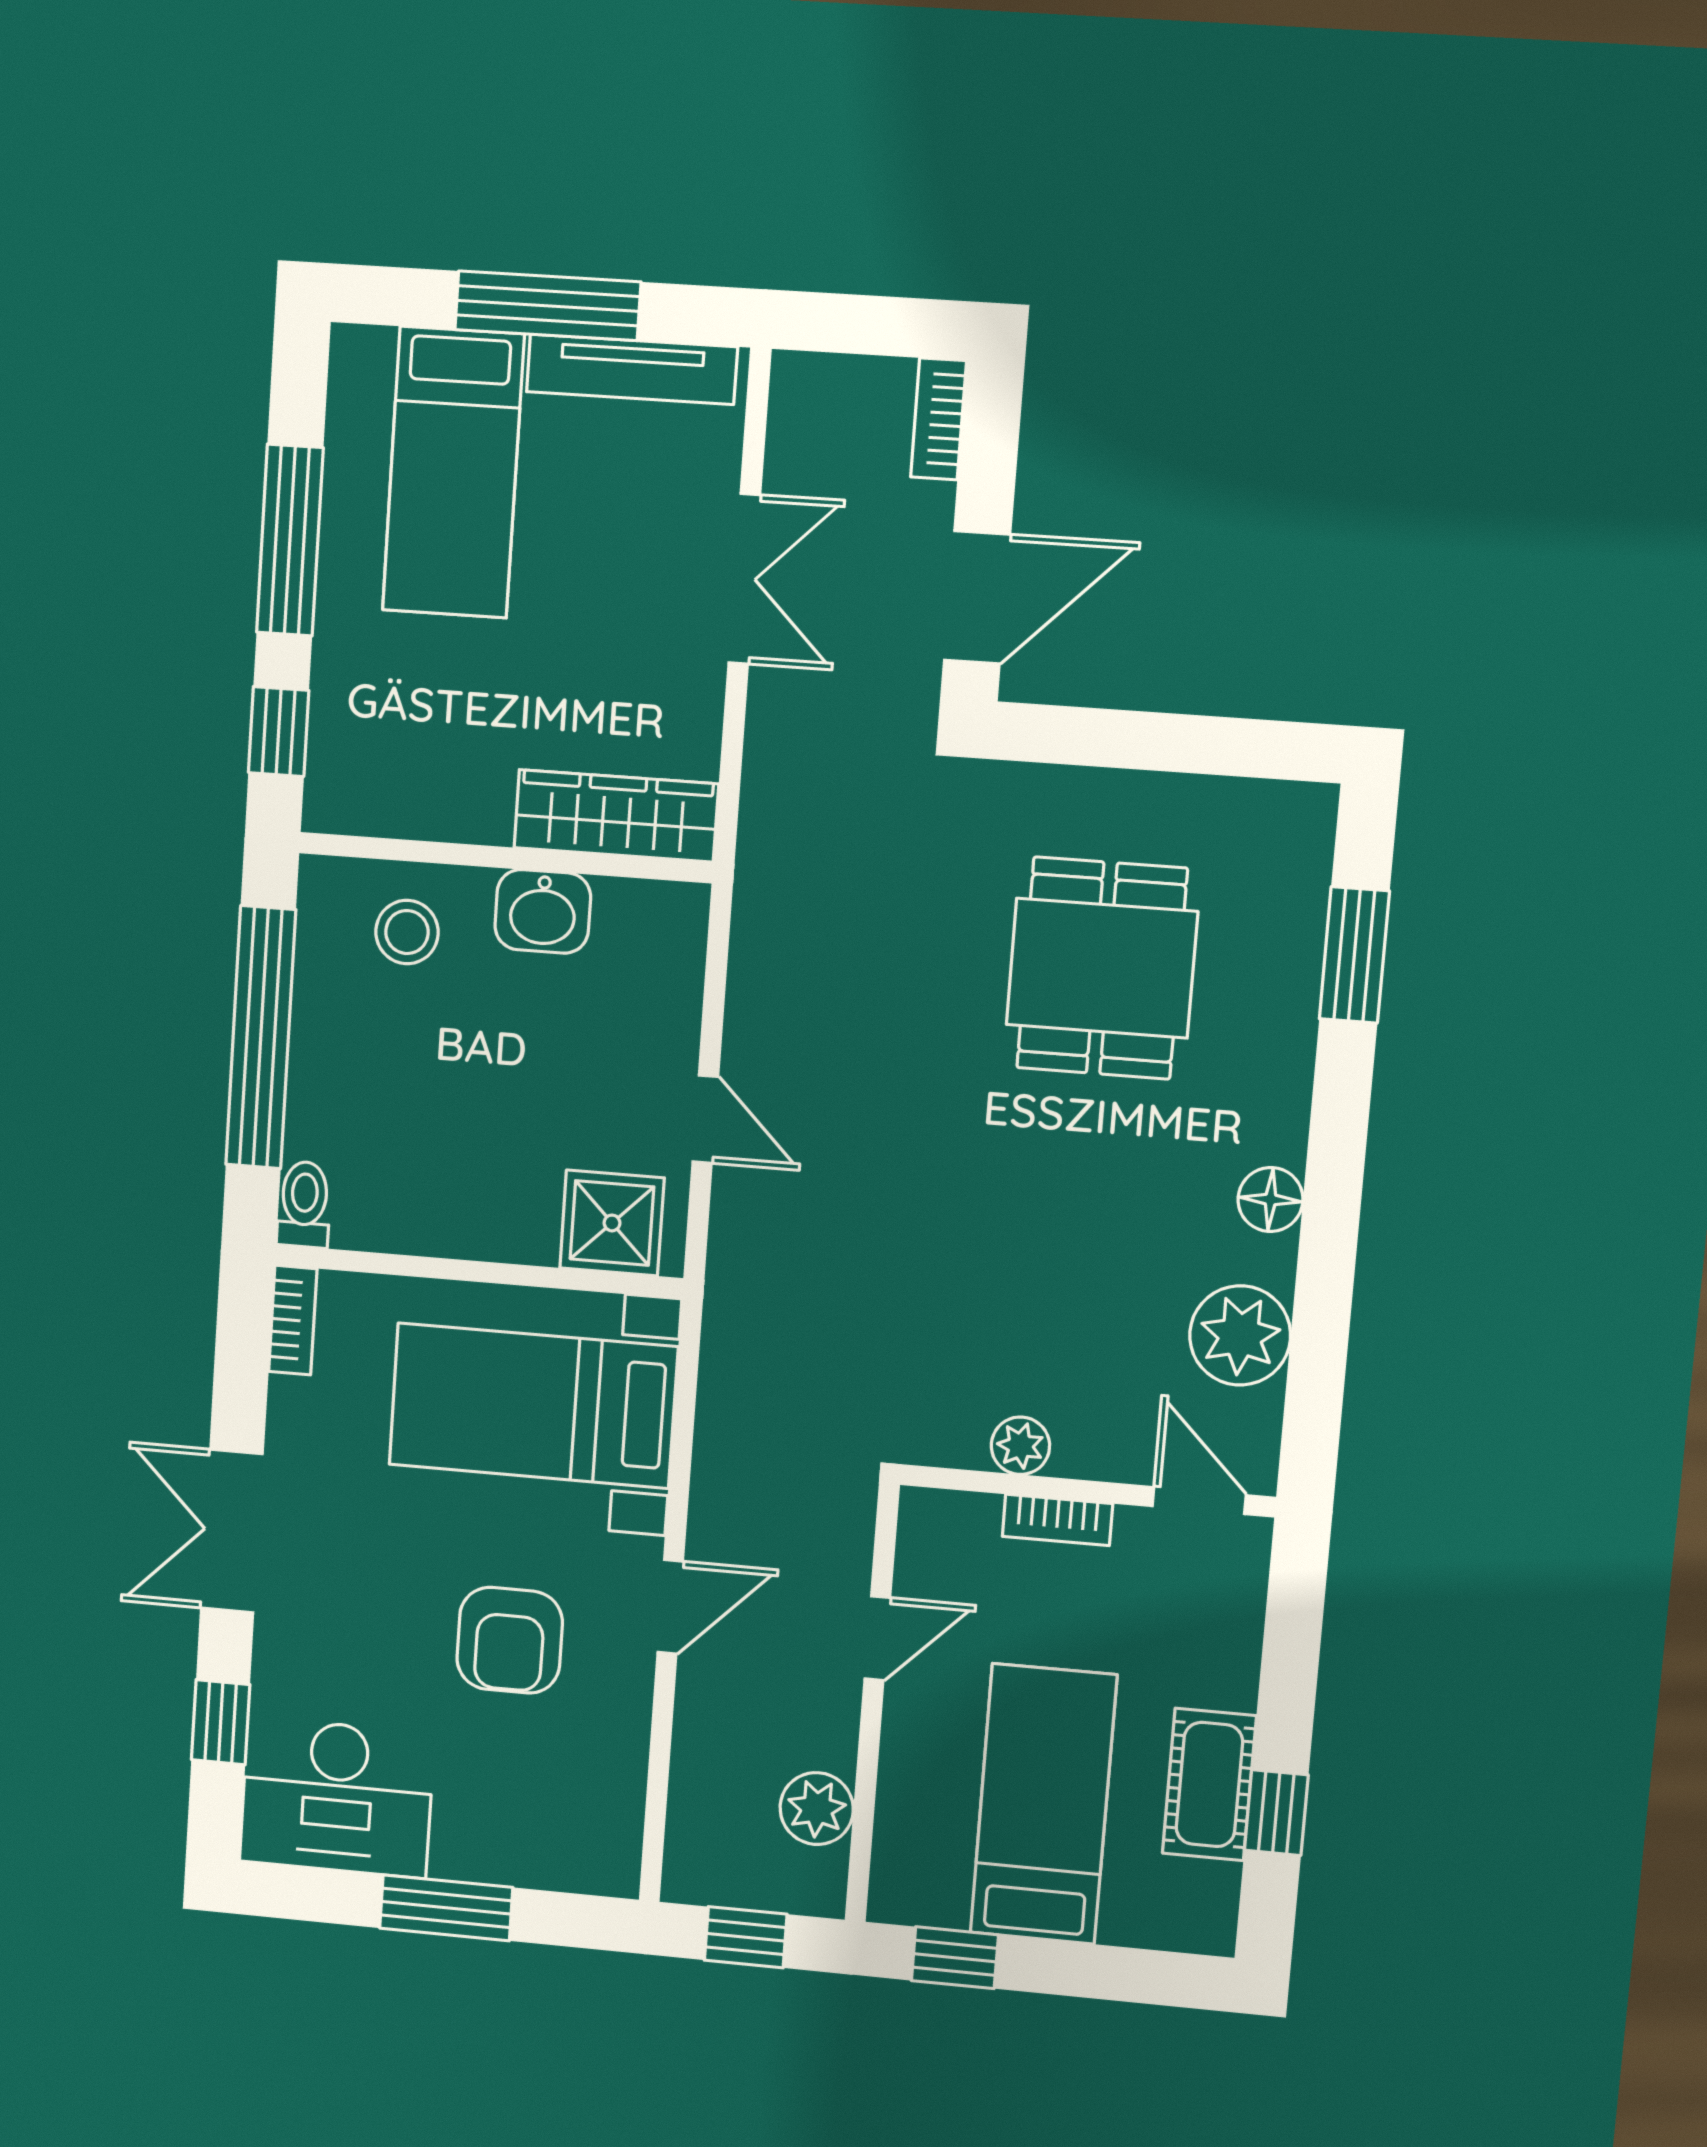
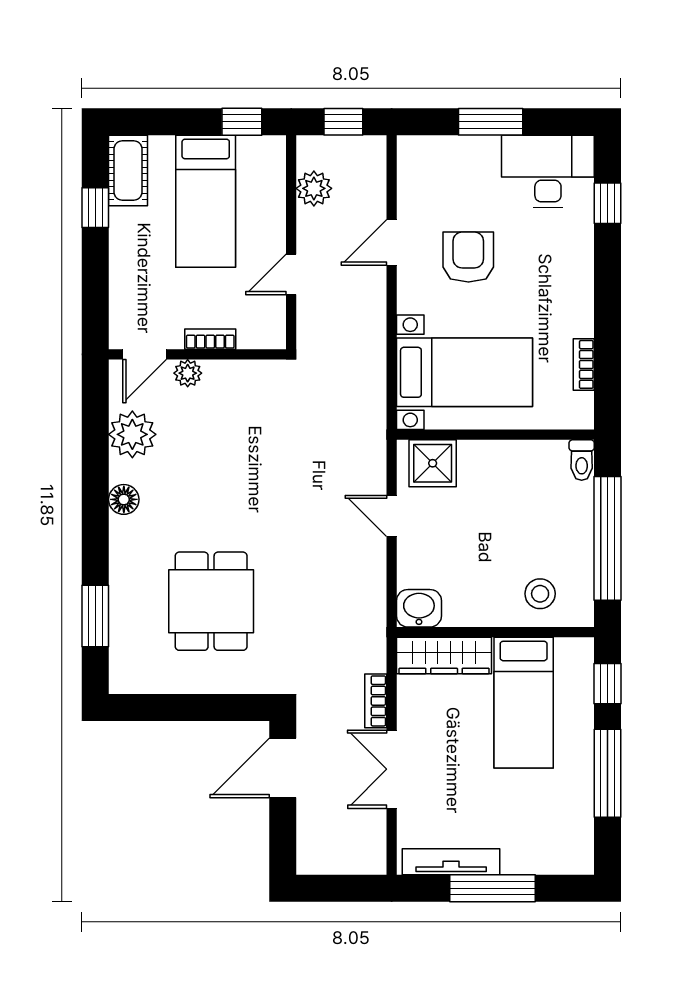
bookcase: (938, 419) -> (376, 701), moved, turned 180
bed: (453, 472) -> (524, 703), moved, turned 180
washbasin: (543, 911) -> (419, 608), moved
bookcase: (293, 1320) -> (584, 364), moved
plant: (1020, 1446) -> (188, 373), moved
door: (1199, 1501) -> (145, 354), hinge flipped
double door: (232, 1531) -> (608, 298), removed
door: (670, 1607) -> (392, 242), moved
cot: (1209, 1785) -> (128, 171), moved

